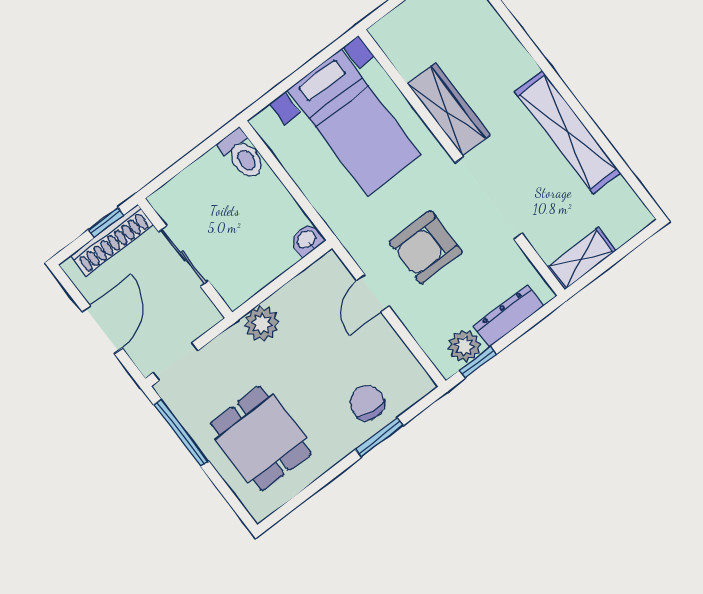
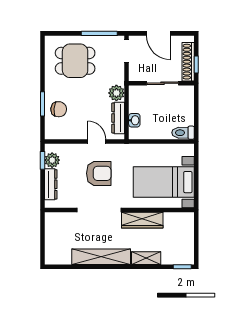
washbasin: (307, 240) -> (134, 120), moved
armchair: (426, 247) -> (99, 173), turned 90
shelving: (581, 259) -> (146, 258), moved, turned 90
dresser: (303, 287) -> (118, 118), added

